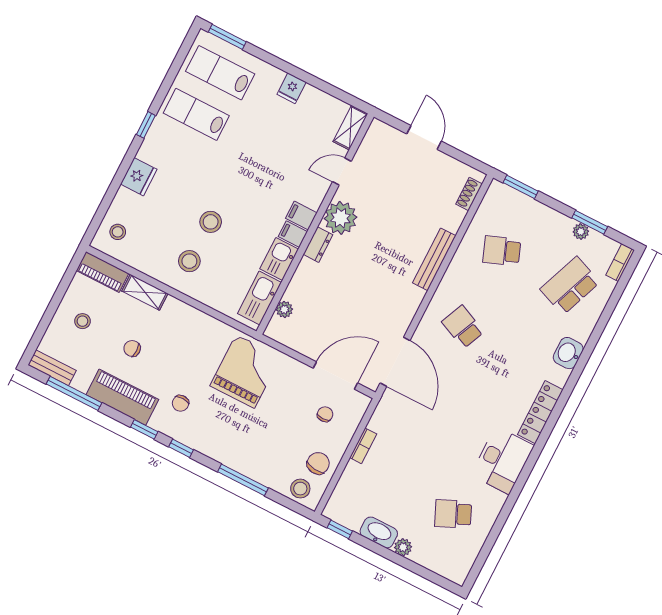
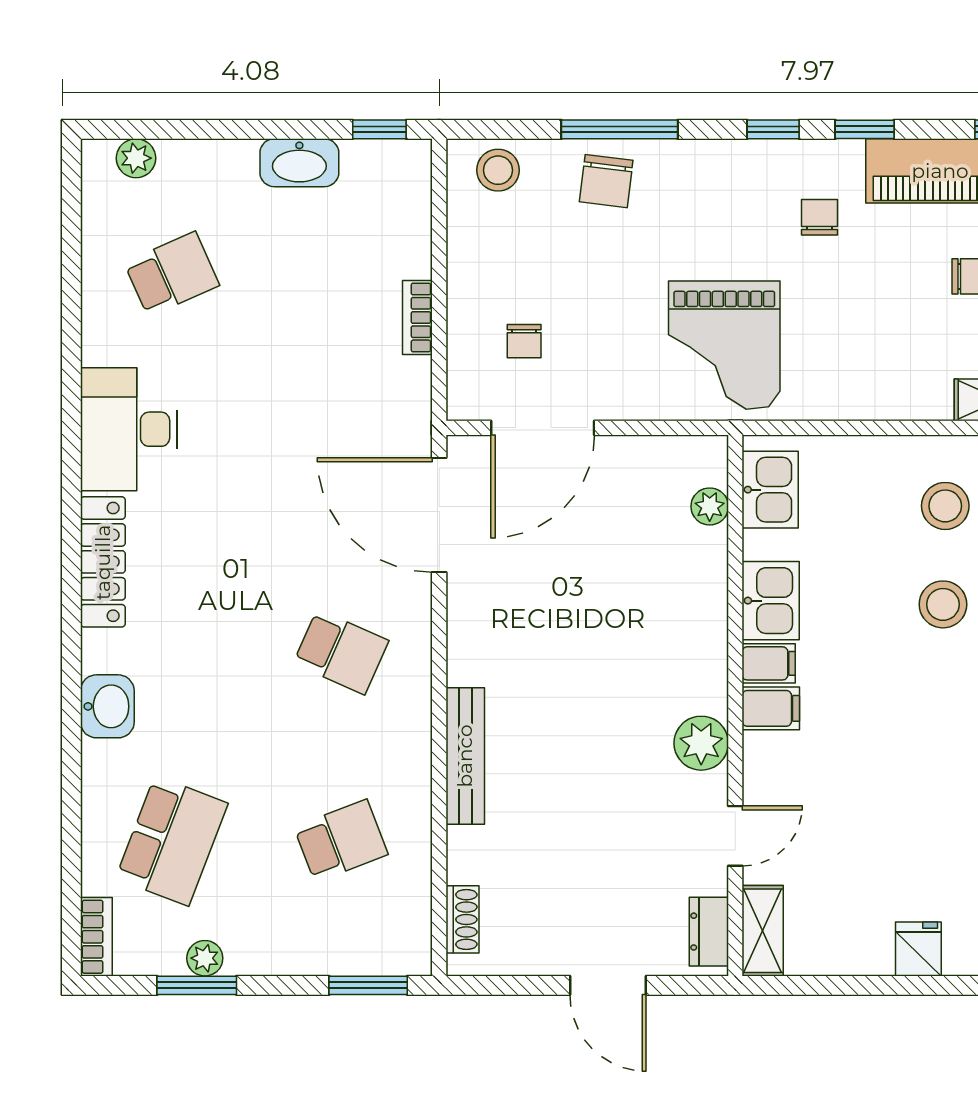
plant: (341, 218) -> (701, 743), width x0.73, depth x0.73
dresser: (318, 245) -> (709, 932), moved
kitchen sink: (260, 298) -> (770, 490), width x0.73
chair: (318, 463) -> (606, 181), moved
plant: (403, 547) -> (136, 158), moved

